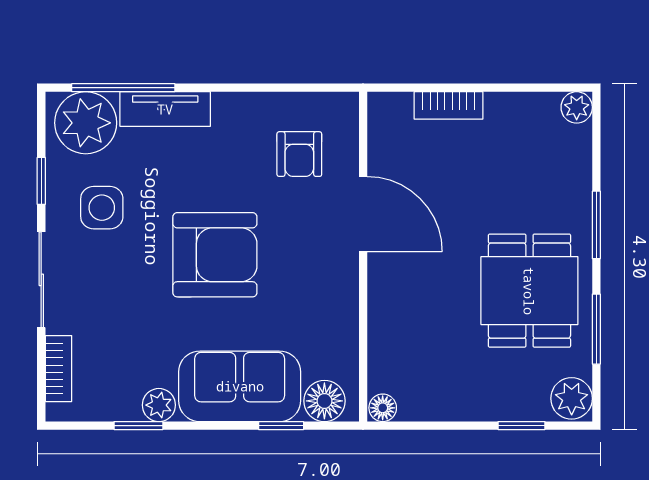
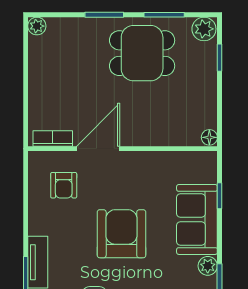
bookcase: (449, 105) -> (53, 138), moved, turned -90
armchair: (299, 154) -> (64, 185), turned 90
floor lamp: (324, 401) -> (205, 171), removed

